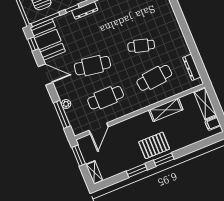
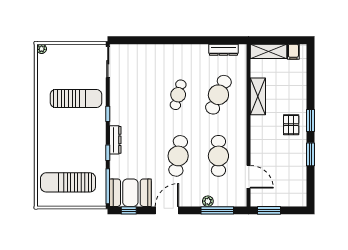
cafe table: (154, 78) -> (218, 95), turned 30
pallet: (154, 145) -> (291, 125), width x0.67, depth x0.71
shelving: (94, 172) -> (294, 201), removed

